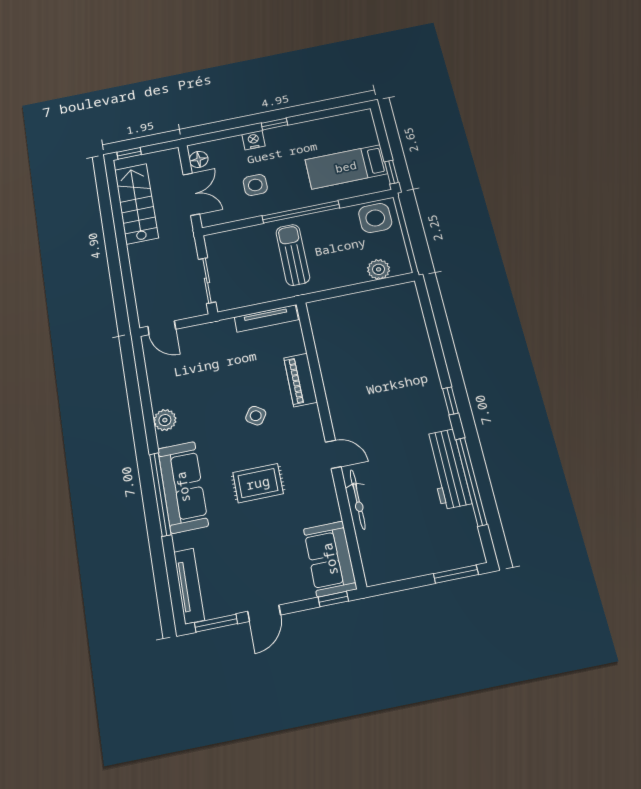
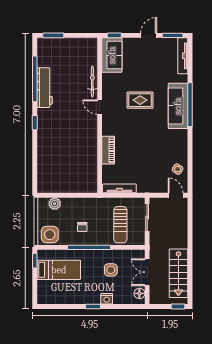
chair: (320, 242) -> (82, 227), added
sun lounger: (293, 255) -> (120, 225), moved
side table: (256, 416) -> (178, 169), moved
plant: (165, 420) -> (182, 143), removed

